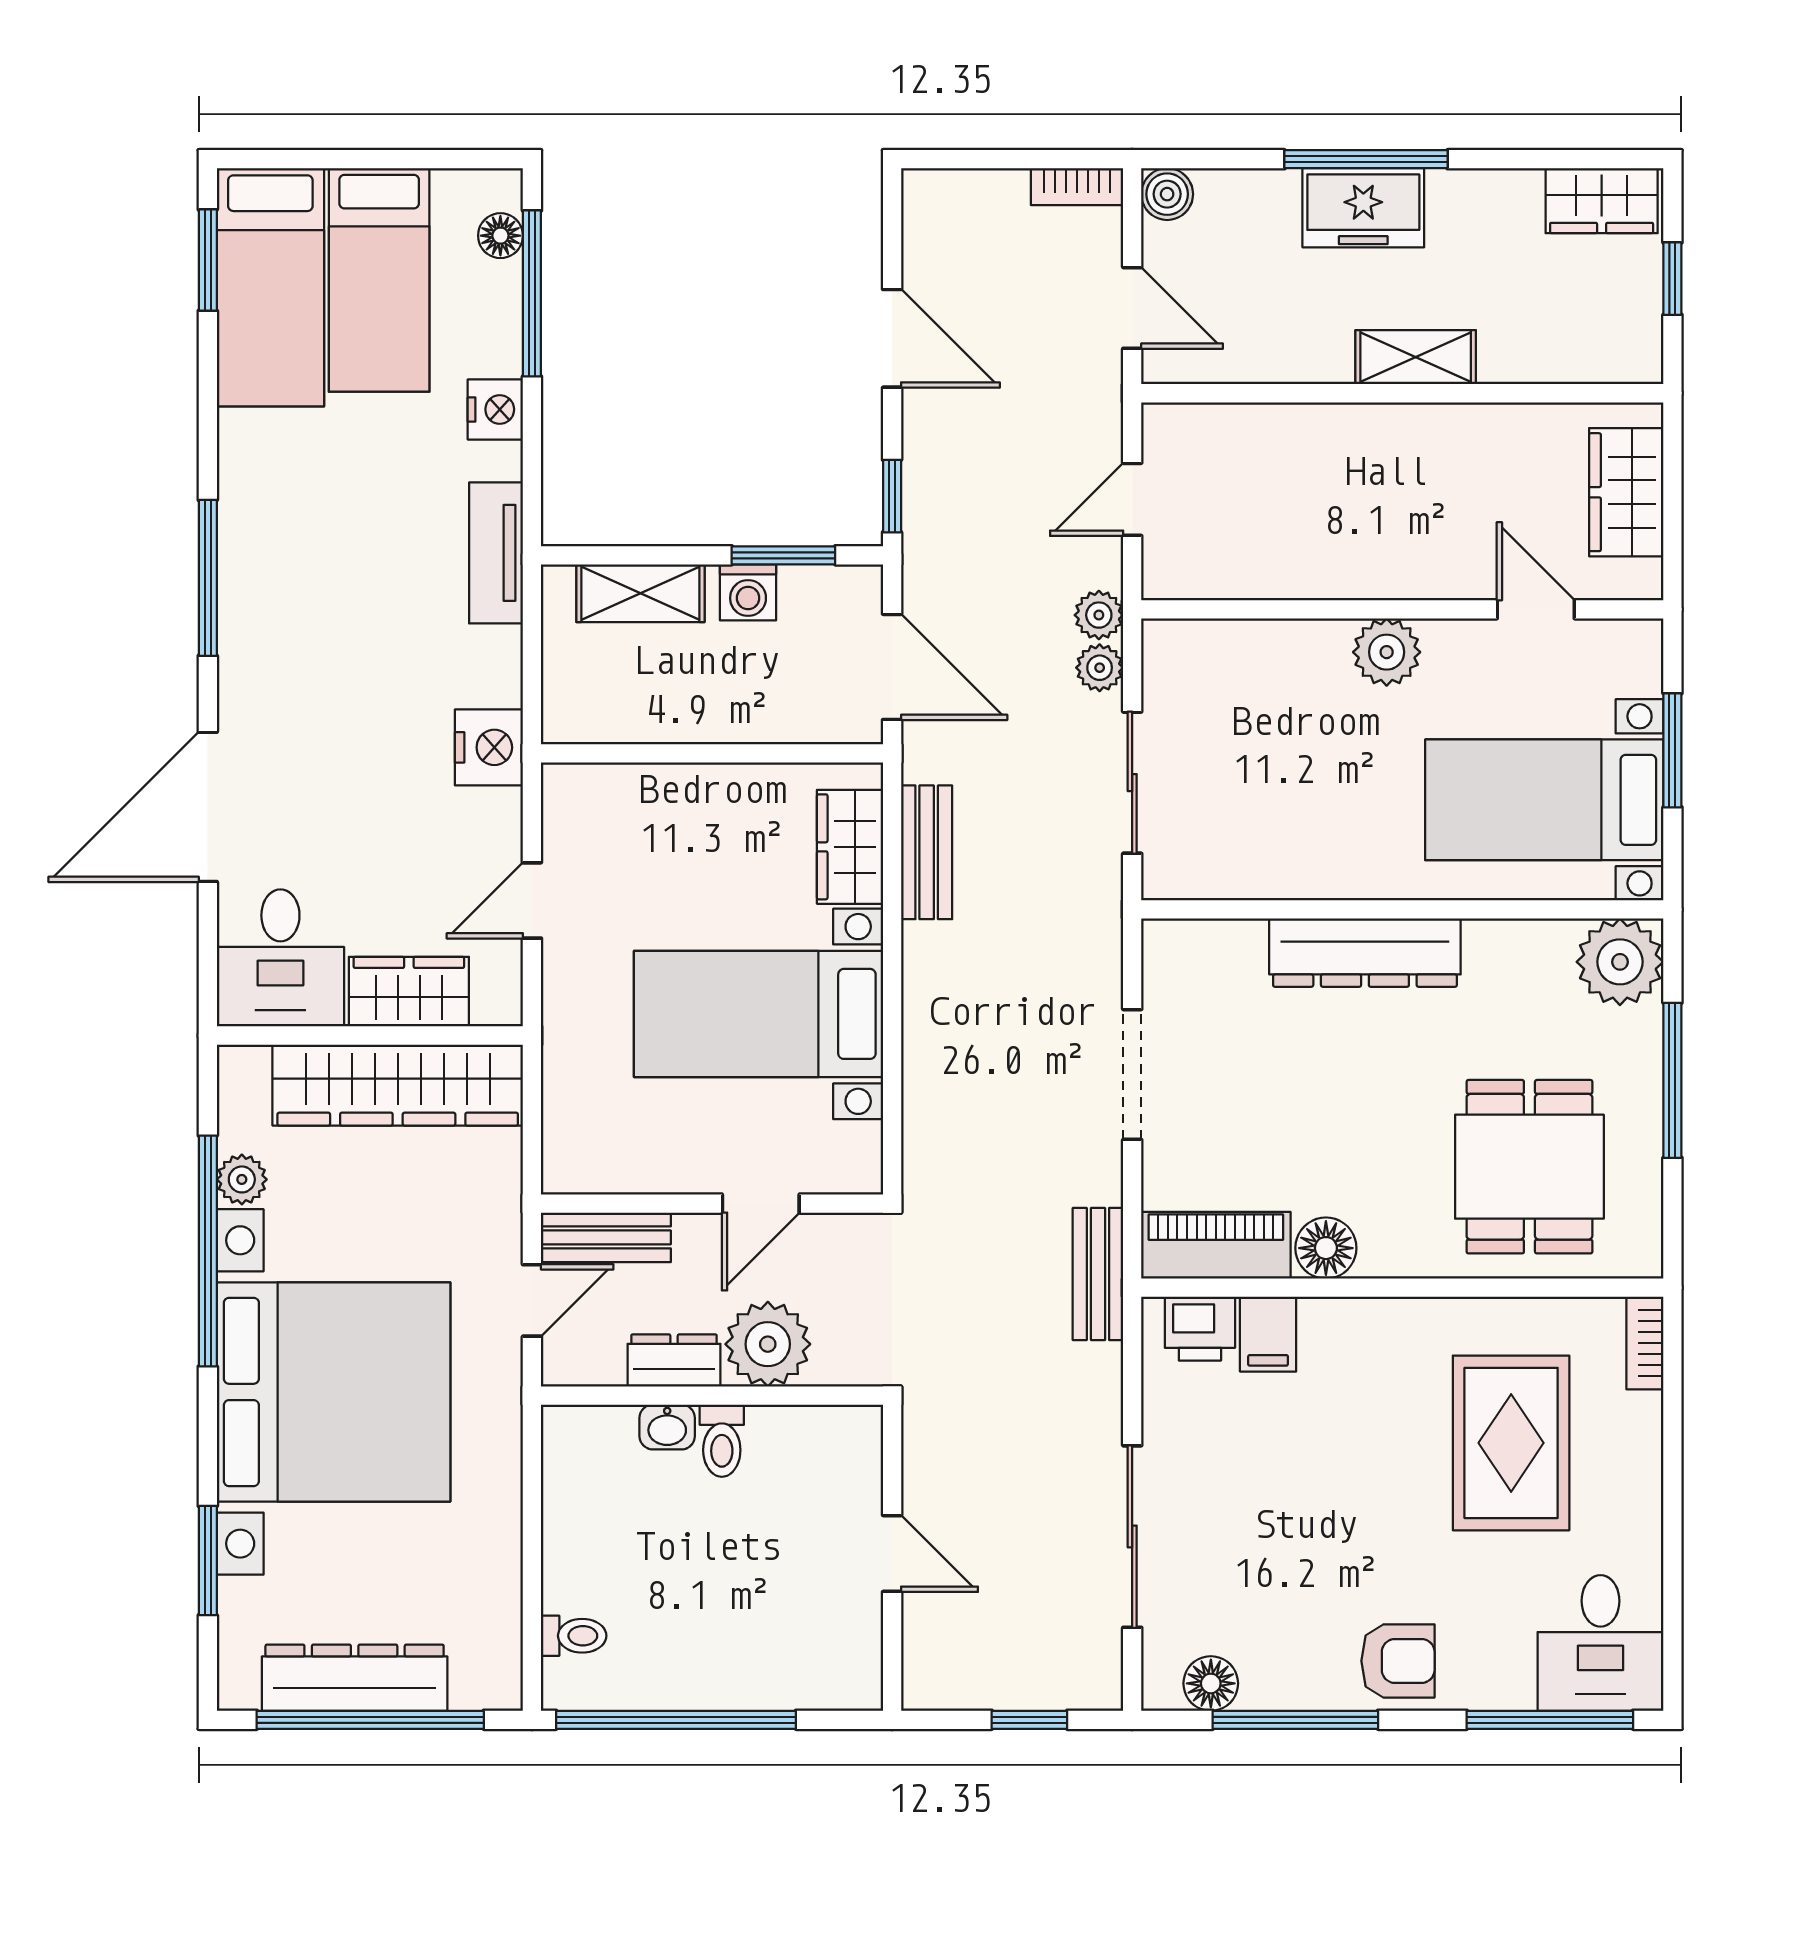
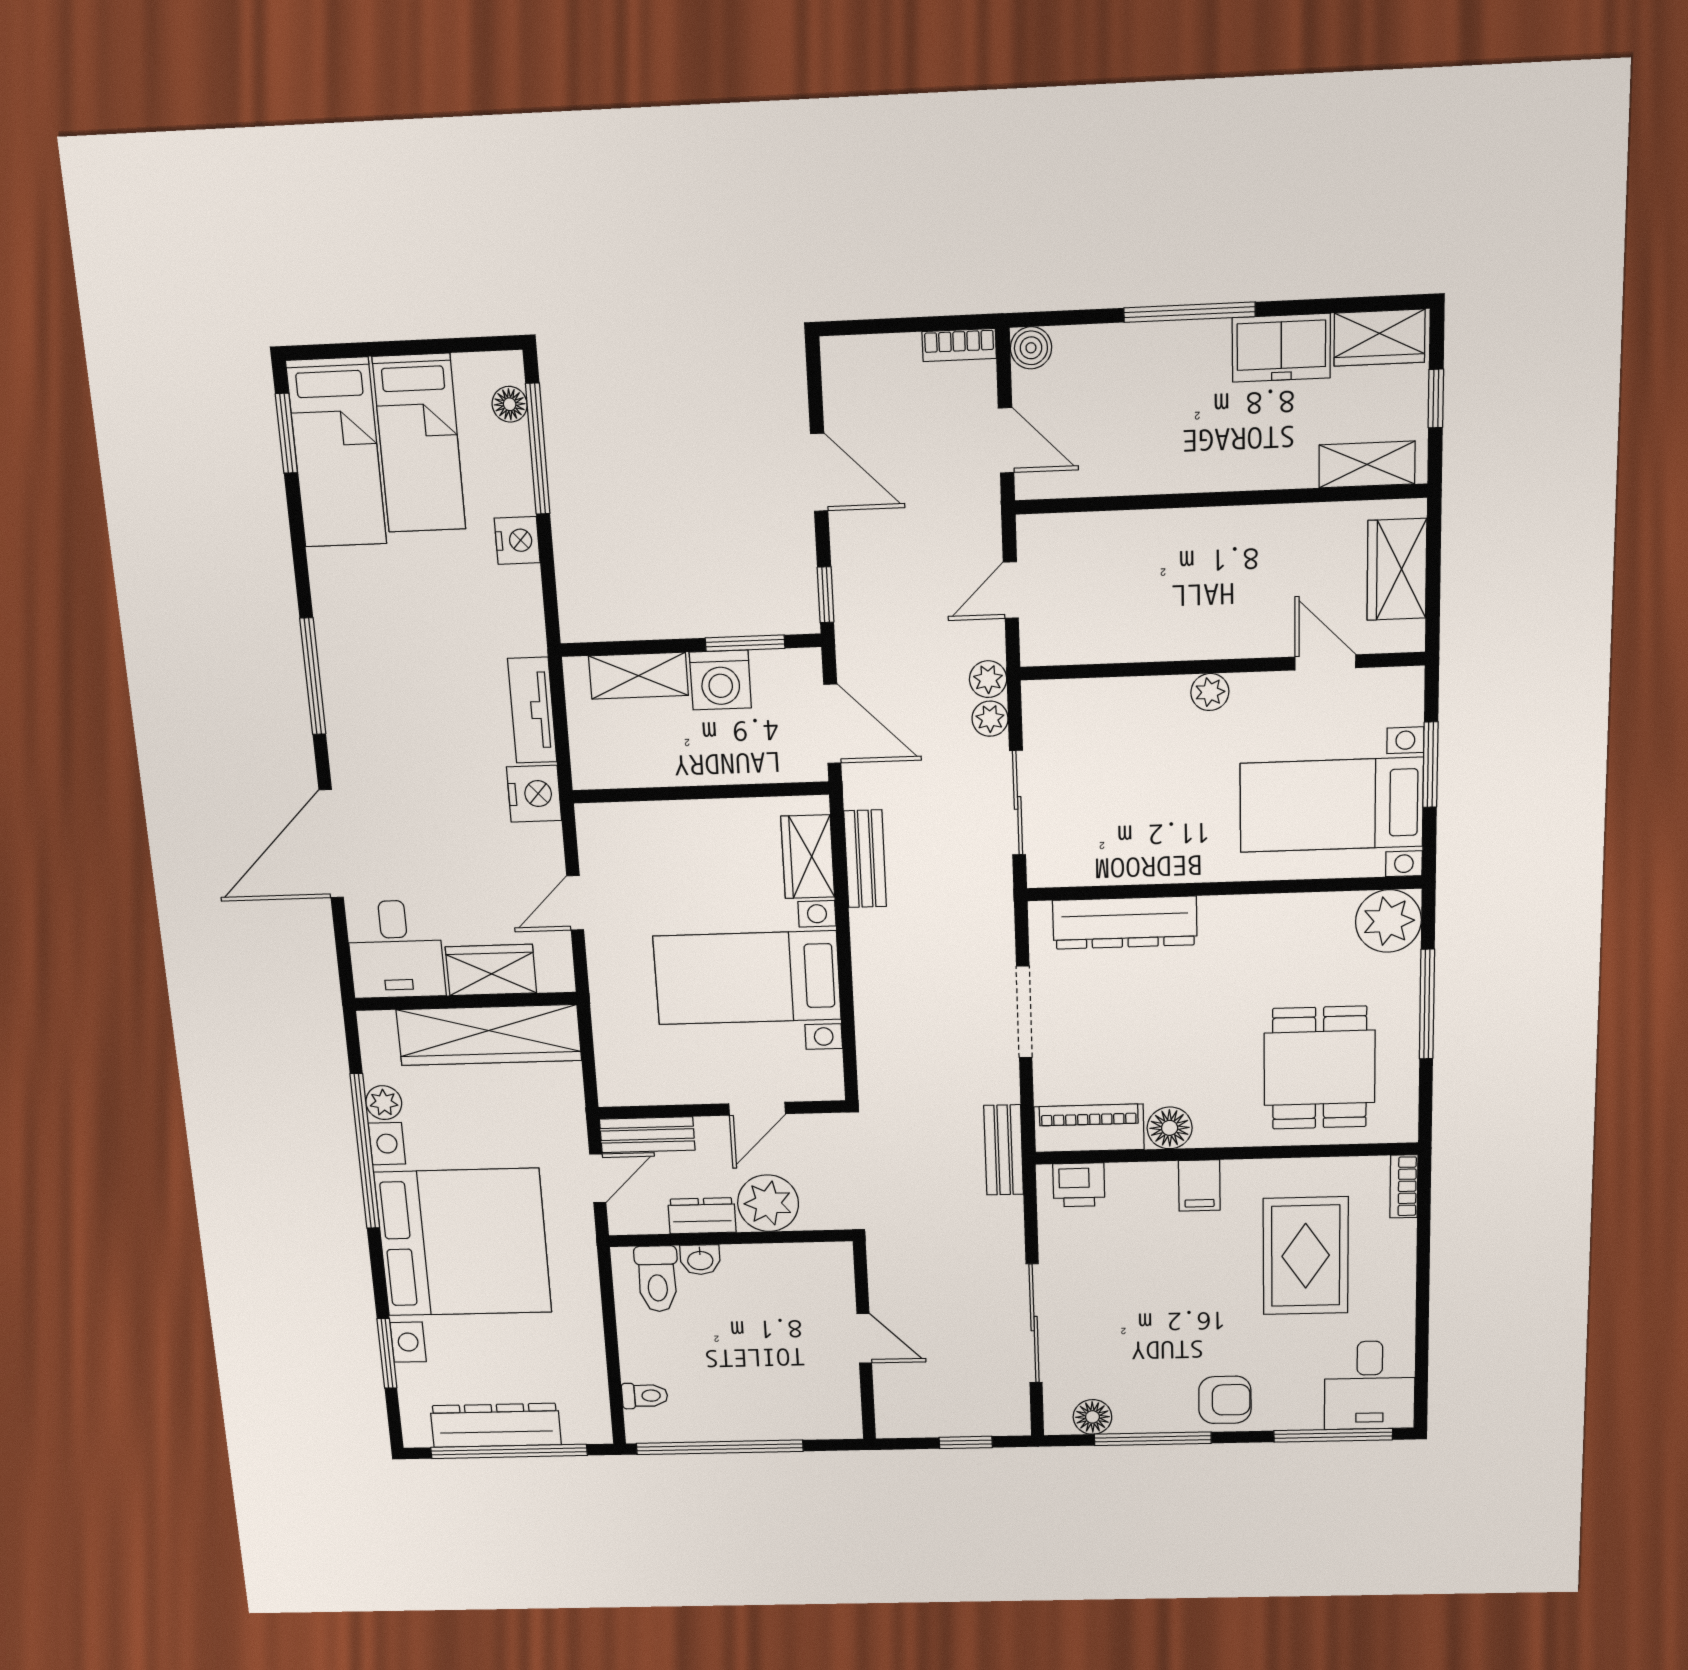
freezer: (1363, 208) -> (1281, 348), moved
shelving: (1416, 357) -> (1367, 464), moved
tv unit: (496, 553) -> (532, 710), moved
washing machine: (748, 592) -> (720, 680), width x1.38, depth x1.38
plant: (1387, 652) -> (1210, 692), width x0.73, depth x0.73
dresser: (1365, 953) -> (1125, 923), moved
filing cabinet: (1268, 1334) -> (1199, 1186), moved
toilet: (722, 1441) -> (657, 1279), moved, width x1.37, depth x1.39

